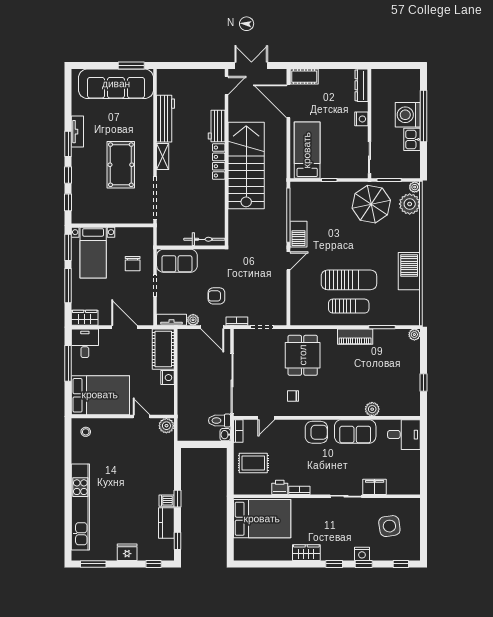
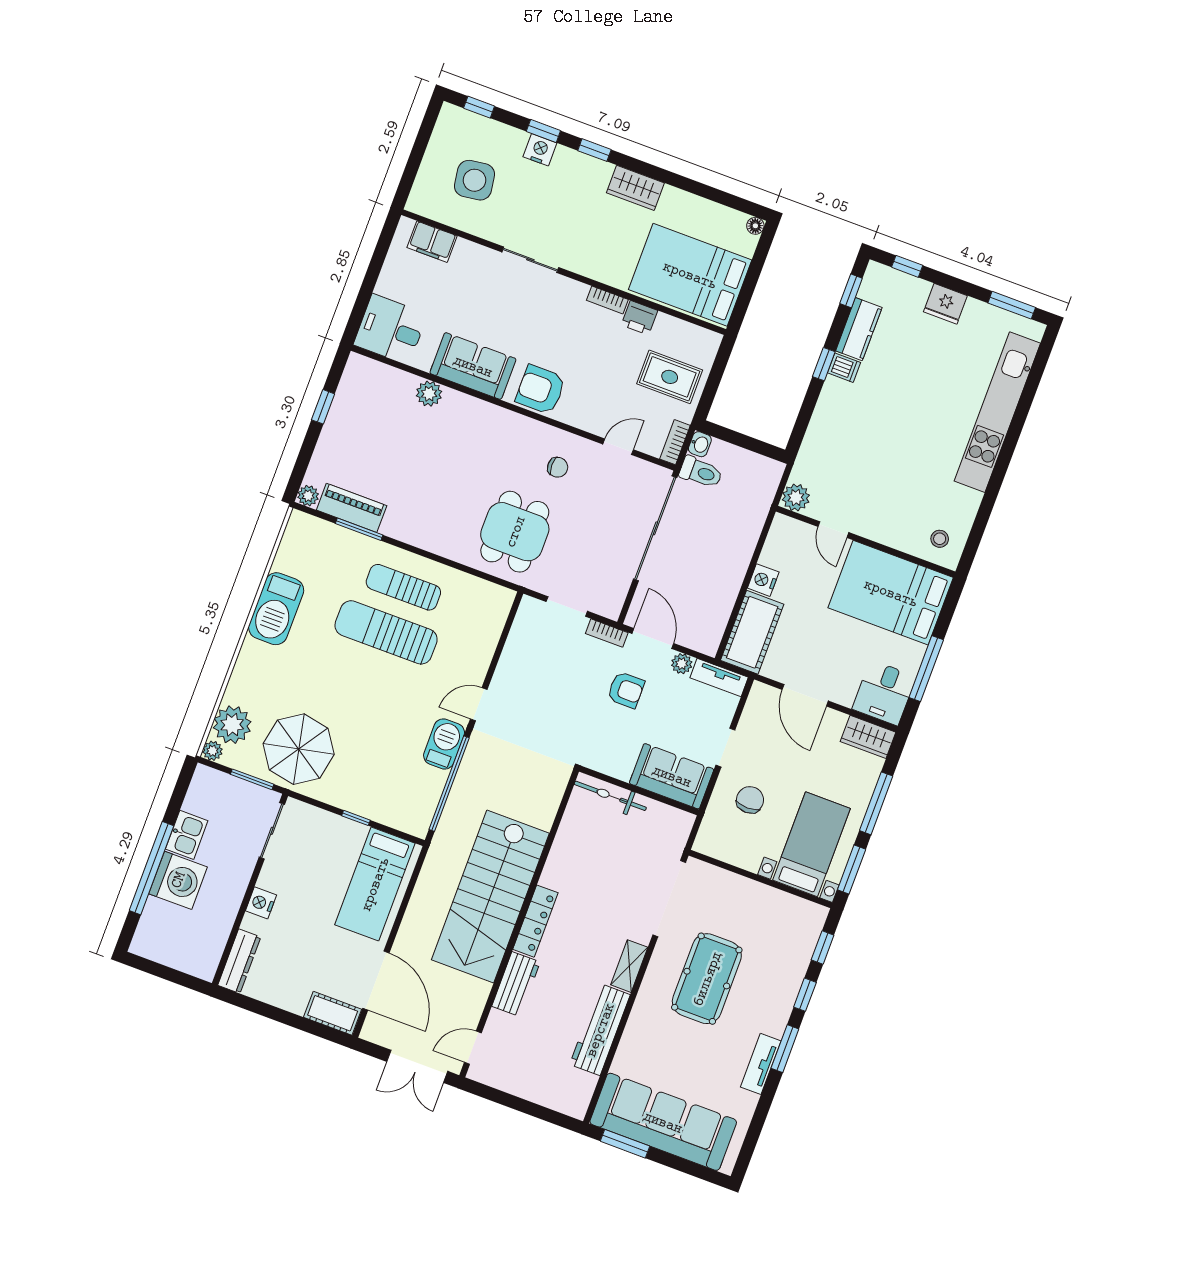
piano: (355, 337) -> (352, 508), moved
filing cabinet: (375, 487) -> (432, 242), moved
floor lamp: (238, 556) -> (755, 226), added

